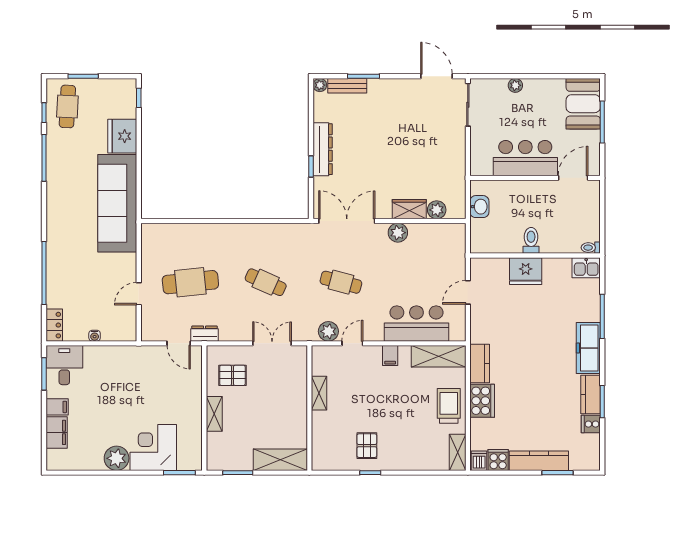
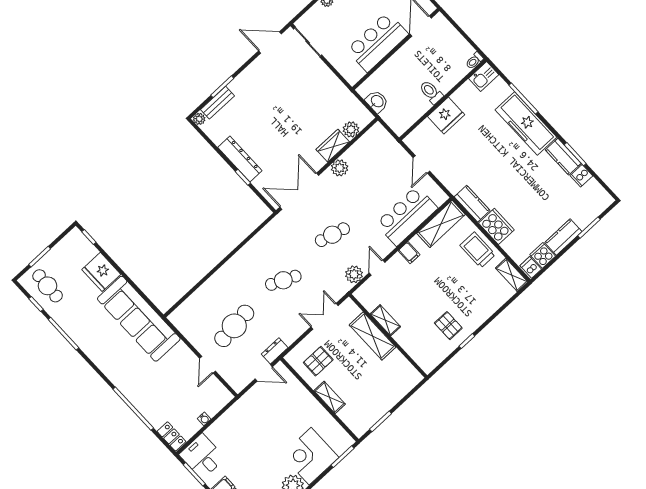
freezer: (588, 348) -> (526, 123), width x1.36, depth x1.26
shelving: (280, 460) -> (373, 336), moved, turned 90
kitchen counter: (539, 461) -> (563, 237), width x0.67

